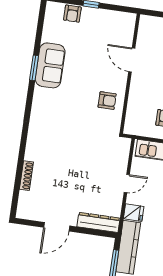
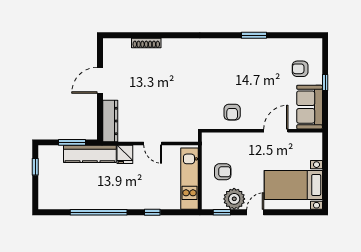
armchair: (72, 14) -> (300, 69), moved
sofa: (50, 65) -> (310, 107), moved, turned 90
door: (57, 227) -> (100, 80), hinge flipped

